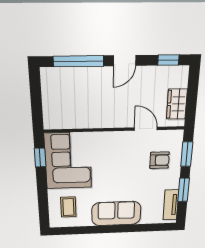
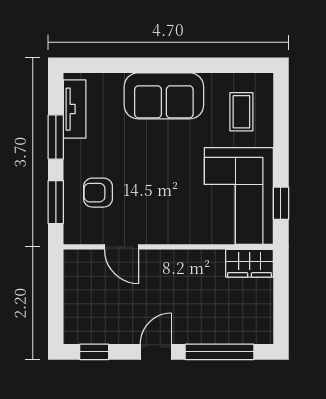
wardrobe: (177, 104) -> (250, 263), moved, turned 90

